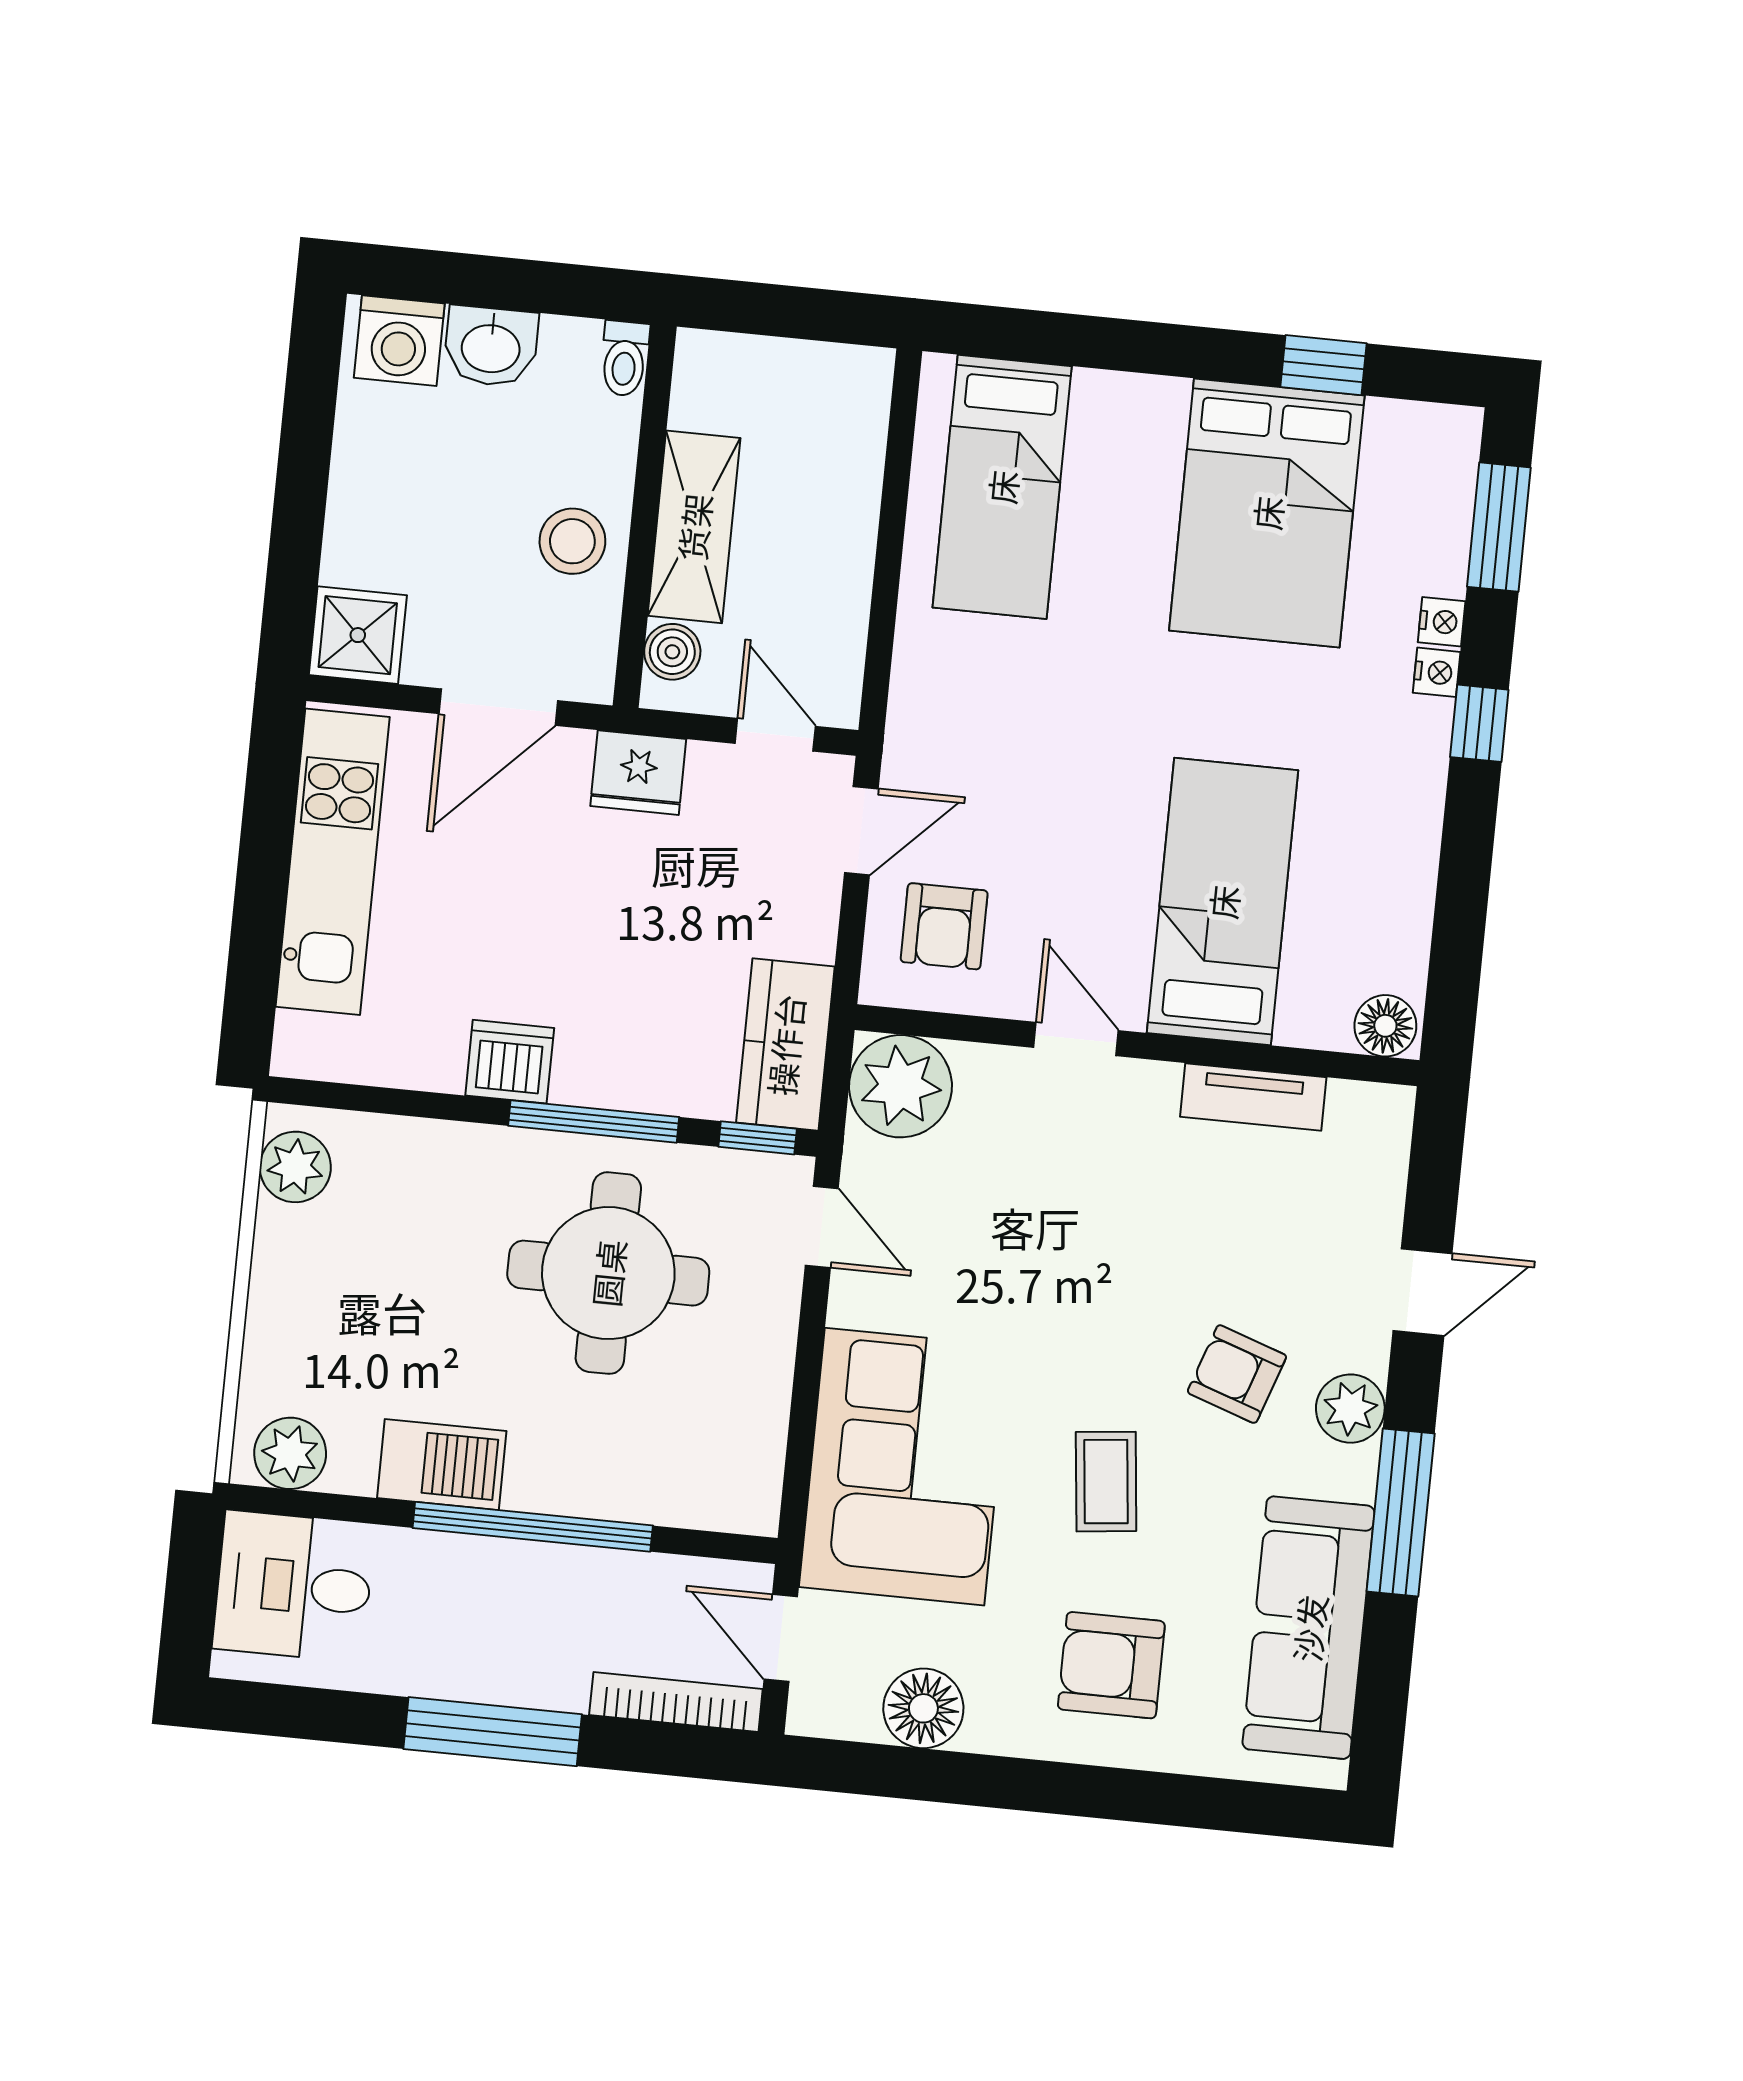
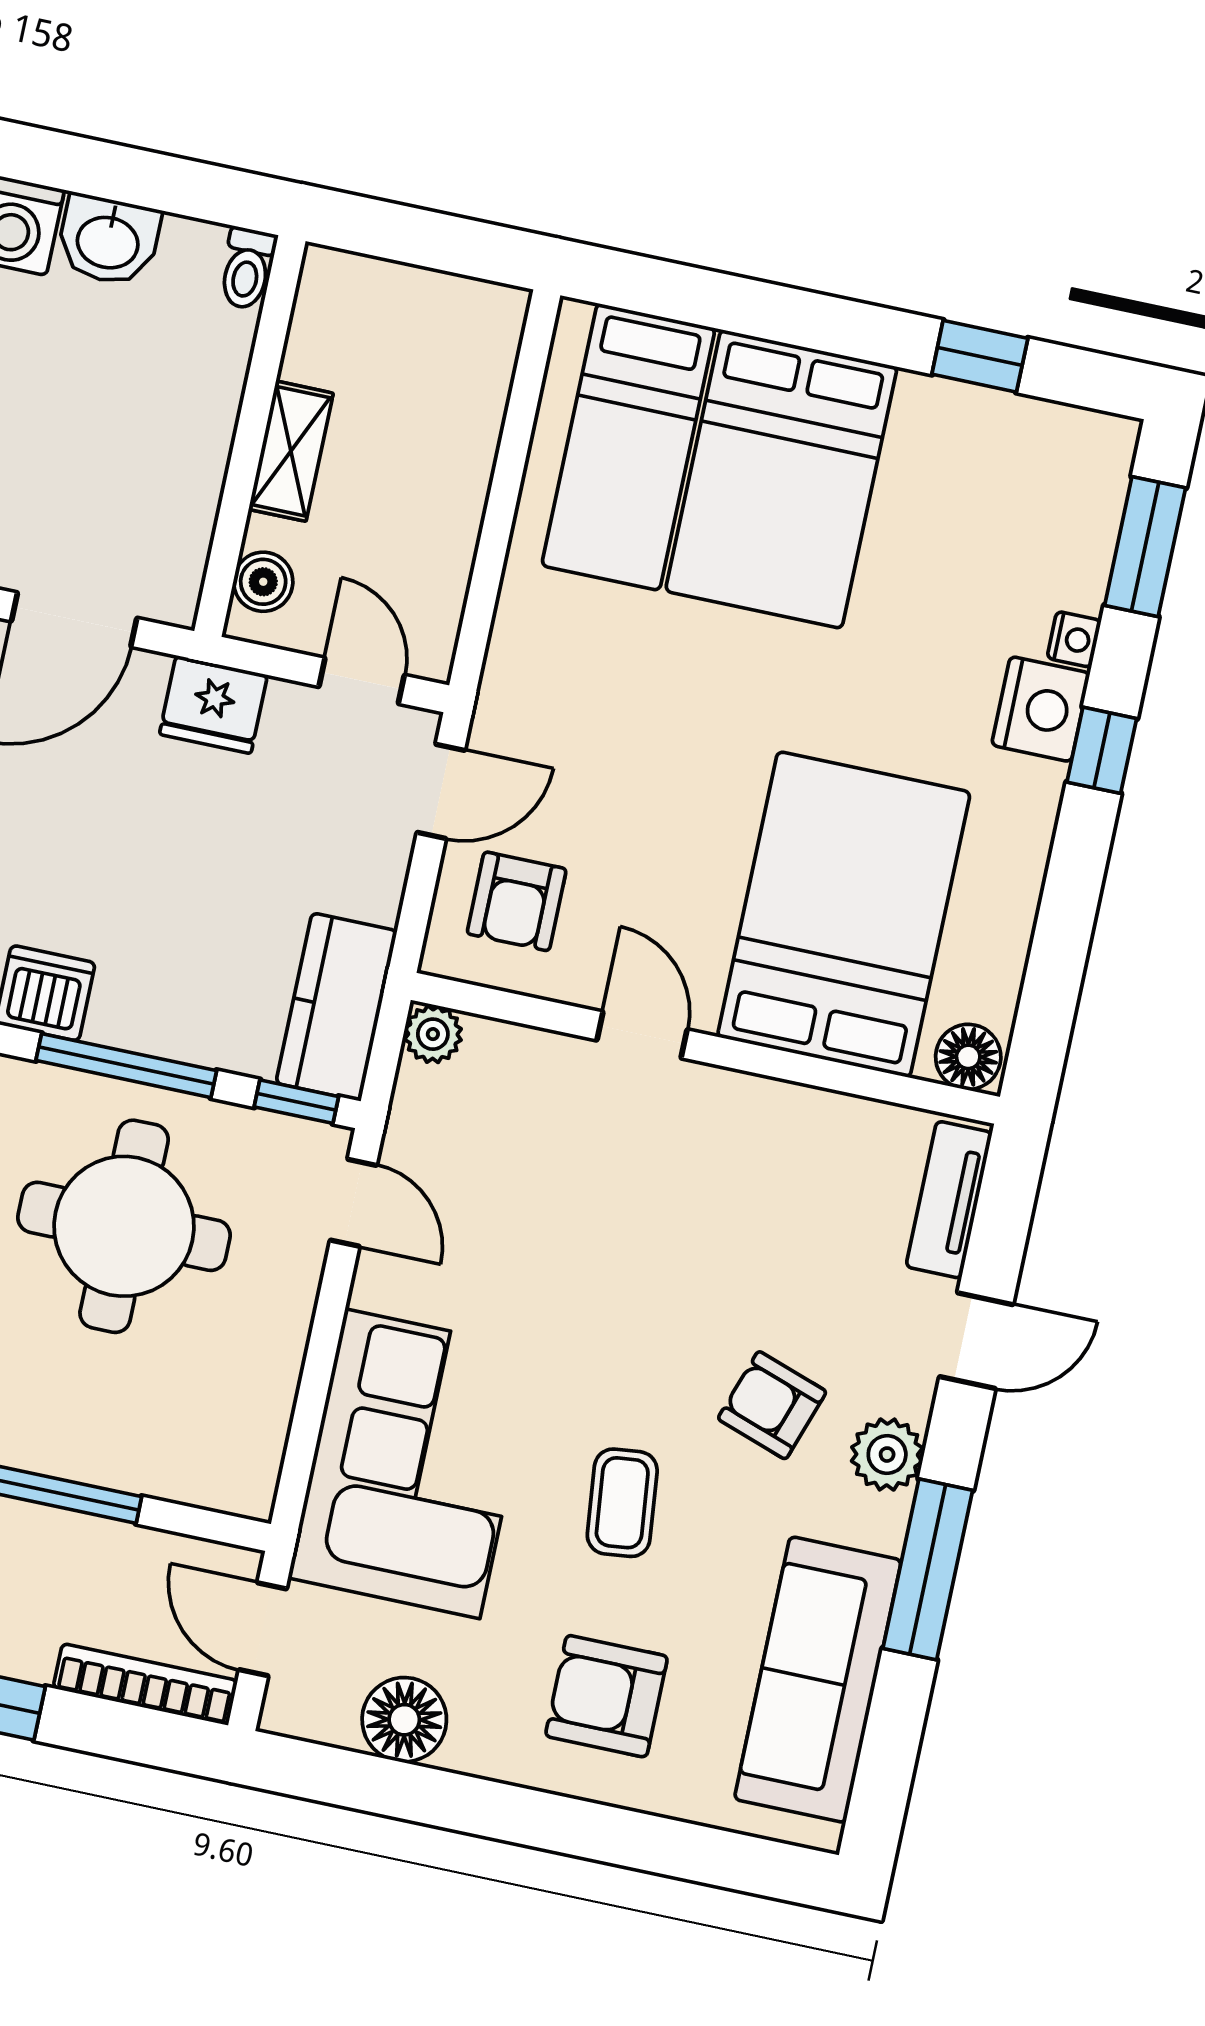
bed: (1267, 513) -> (781, 479), moved
shelving: (694, 527) -> (291, 451), width x0.67, depth x0.75
stool: (572, 541) -> (171, 454), removed
nightstand: (1437, 672) -> (1041, 709), width x1.89, depth x1.79
bed: (1223, 902) -> (844, 914), width x1.50
plant: (901, 1086) -> (433, 1034), width x0.53, depth x0.53
tv unit: (1253, 1097) -> (949, 1200), moved, turned 90

